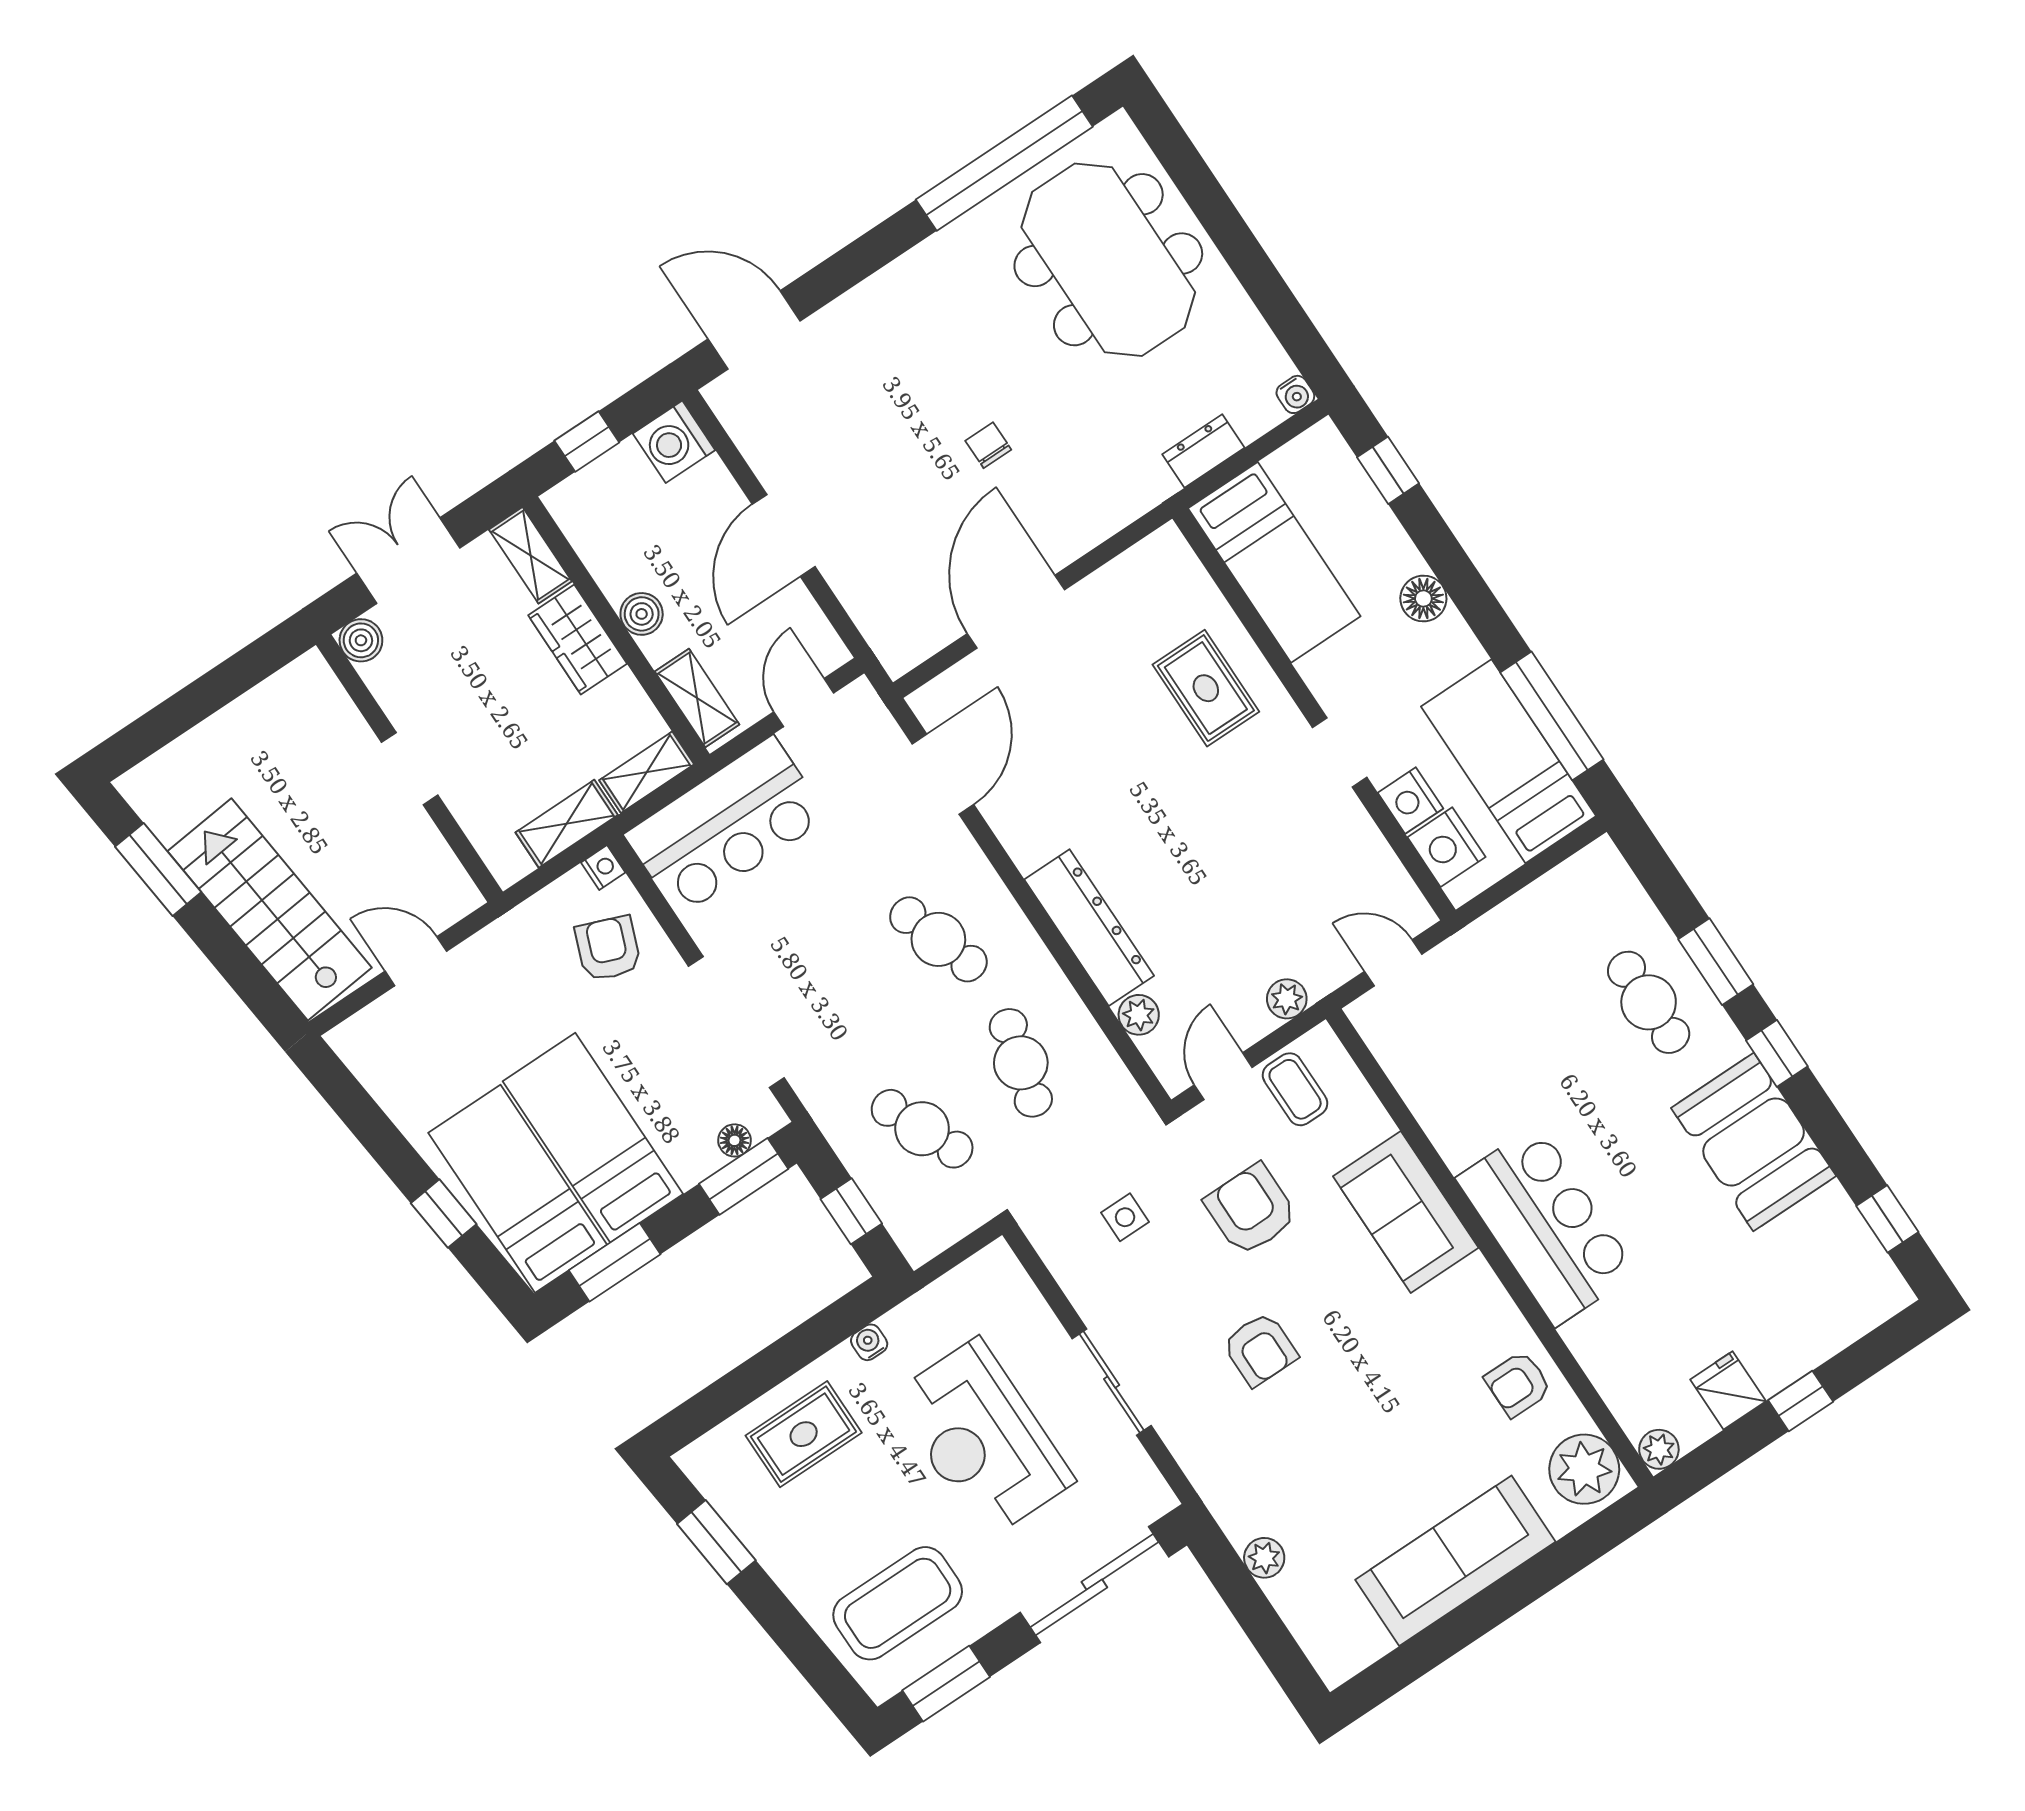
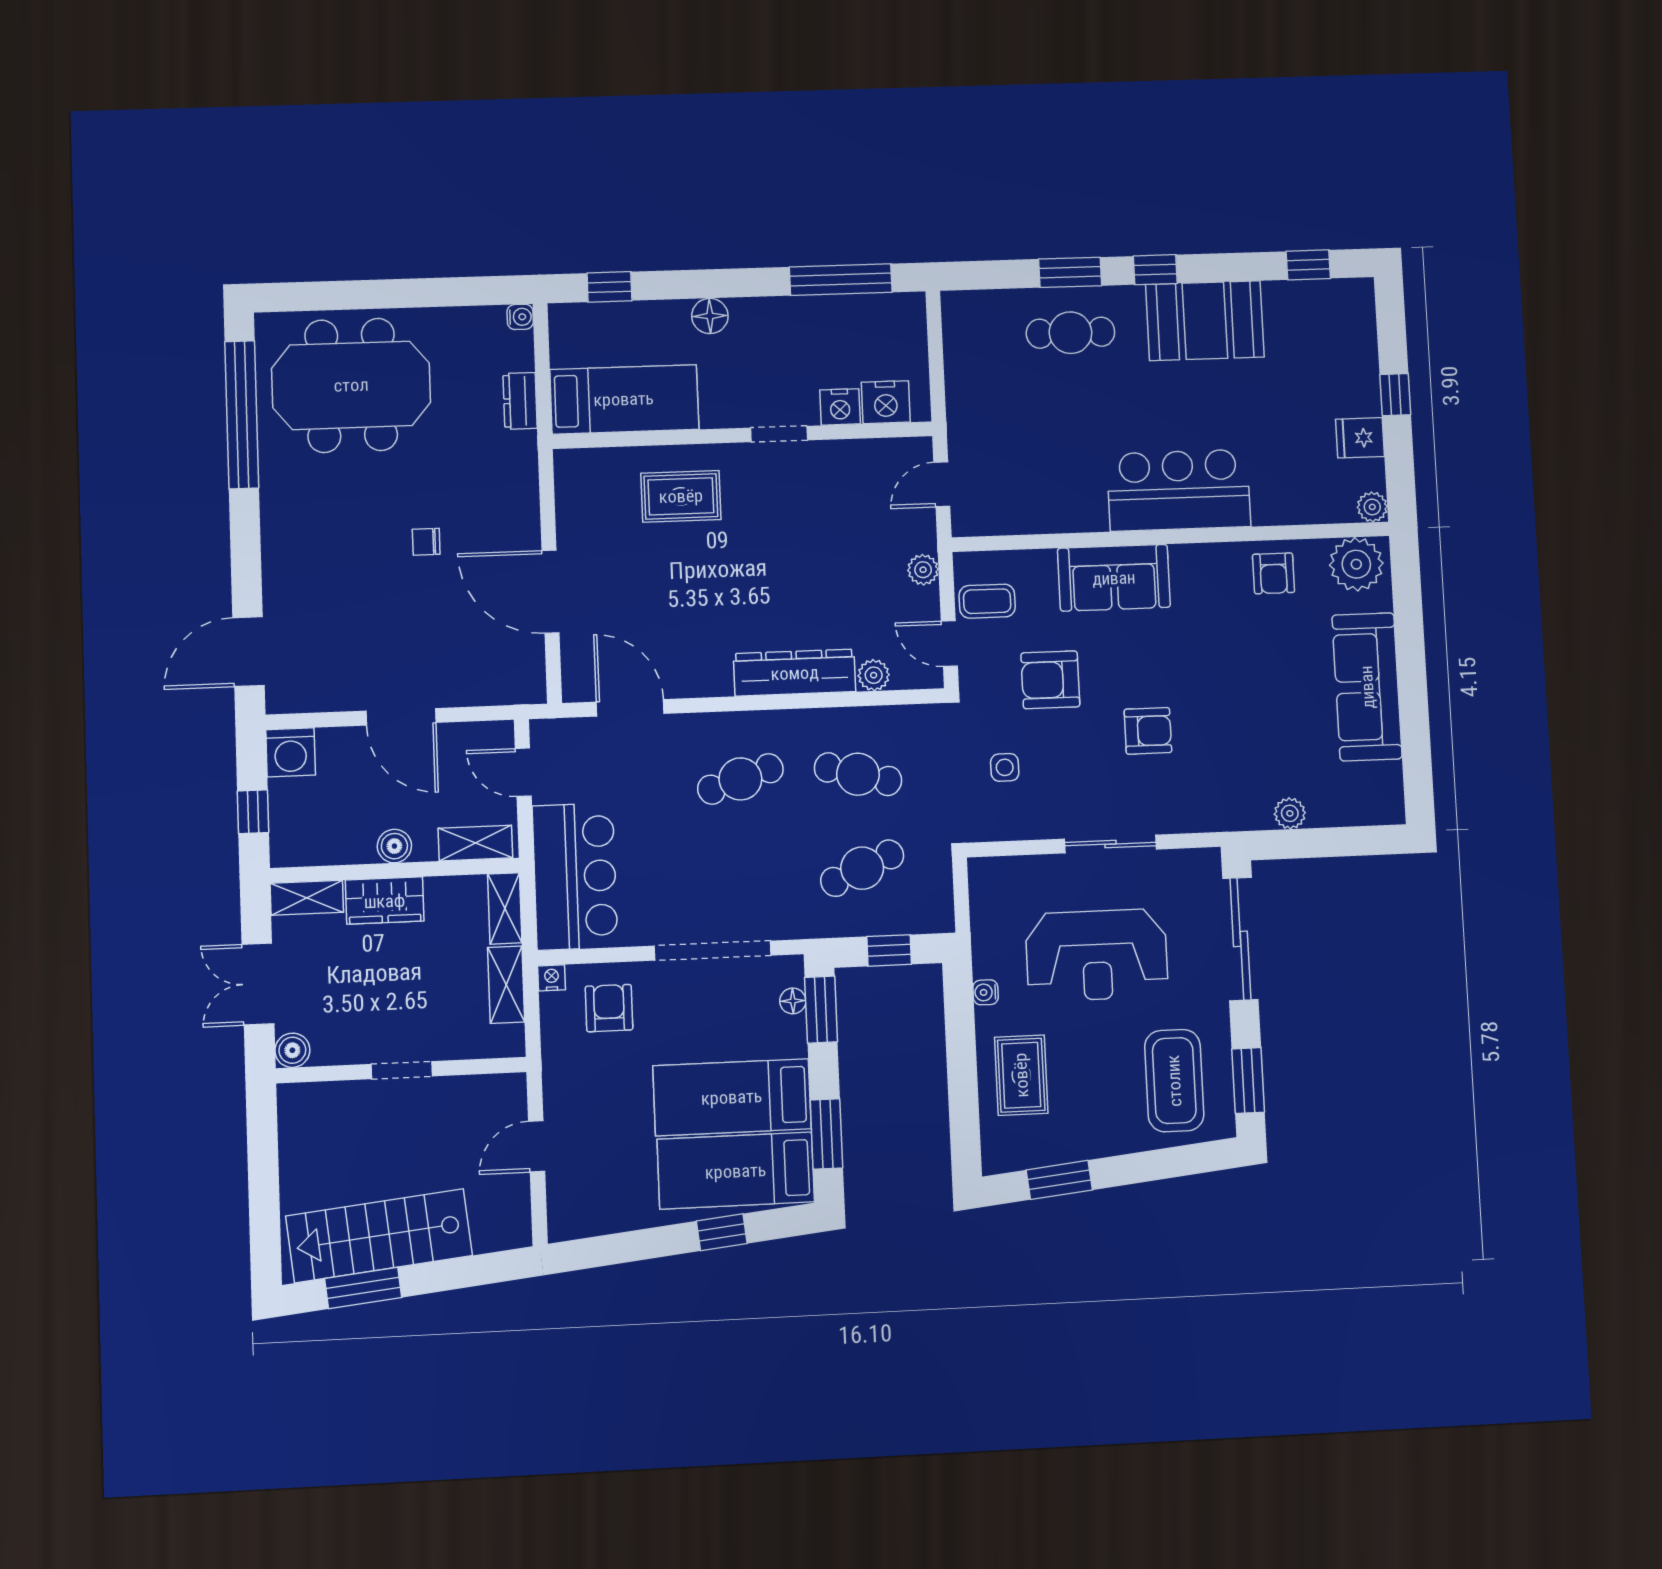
bed: (1509, 761) -> (853, 326), removed
stairs: (270, 909) -> (379, 1236), moved
armchair: (608, 948) -> (609, 1008), turned 69

